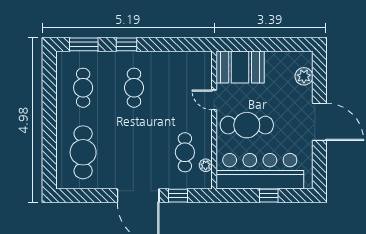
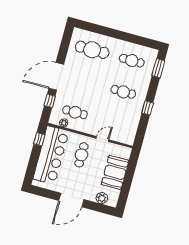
window: (127, 44) -> (147, 108), moved
booth: (240, 67) -> (115, 172), moved
cafe table: (247, 125) -> (81, 155), width x0.73, depth x0.74
window: (269, 196) -> (39, 139), moved

